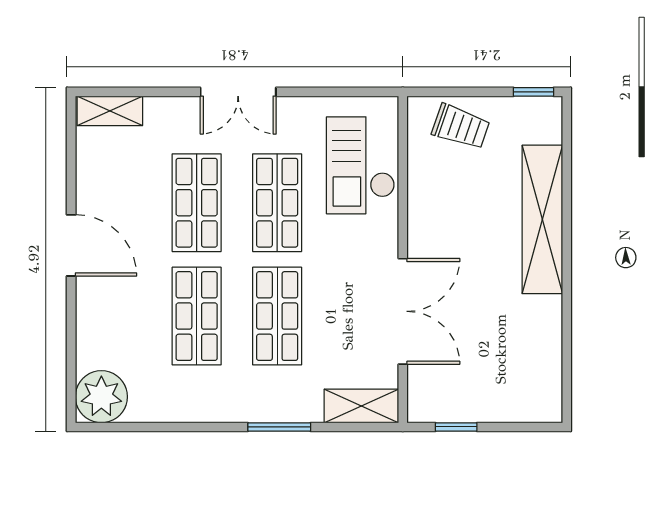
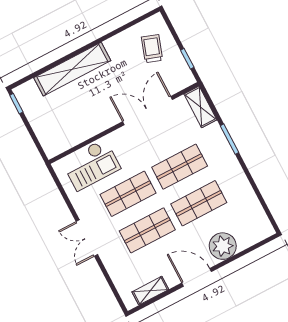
double door: (238, 92) -> (87, 238), swing flipped
shelving: (110, 111) -> (150, 291), moved, turned 90
trolley: (461, 127) -> (152, 49), moved
door: (71, 245) -> (197, 277), hinge flipped
plant: (101, 397) -> (223, 246), moved

